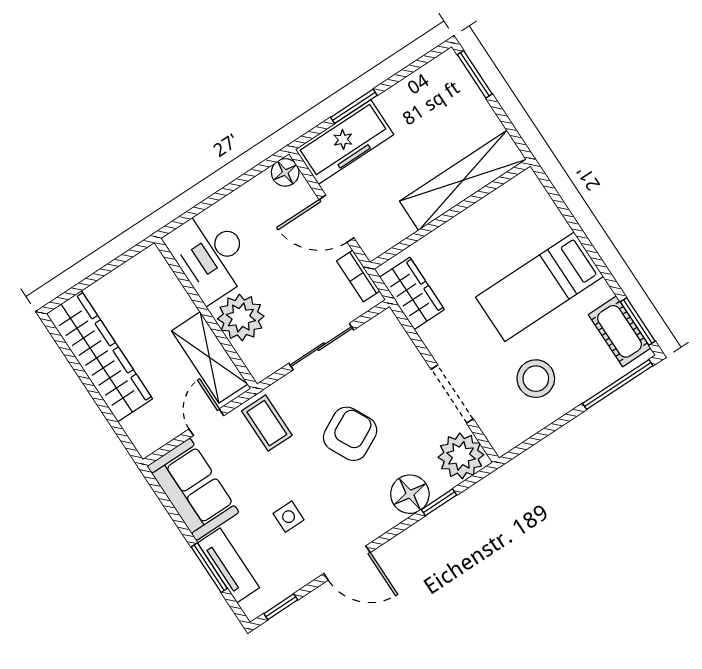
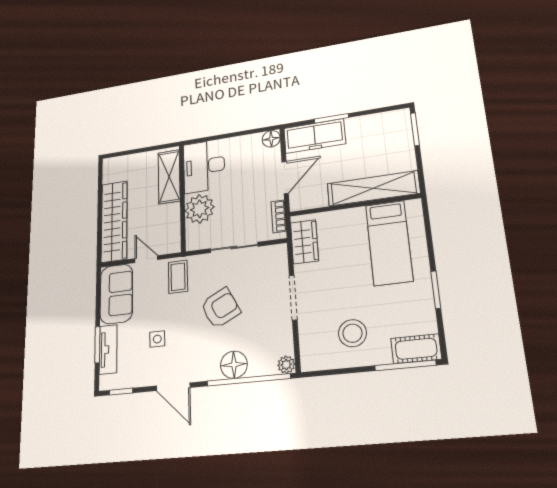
door: (337, 219) -> (285, 177), swing flipped
bed: (540, 287) -> (389, 243), moved, turned -90
window: (638, 322) -> (436, 290), moved
cot: (620, 331) -> (416, 349), moved, turned 90
wardrobe: (99, 356) -> (114, 221), moved
shelving: (210, 357) -> (169, 177), moved
doorway: (452, 394) -> (293, 298), moved
door: (206, 422) -> (146, 259), hinge flipped
plant: (461, 456) -> (286, 365), width x0.53, depth x0.53
window: (439, 502) -> (248, 380), width x3.17

